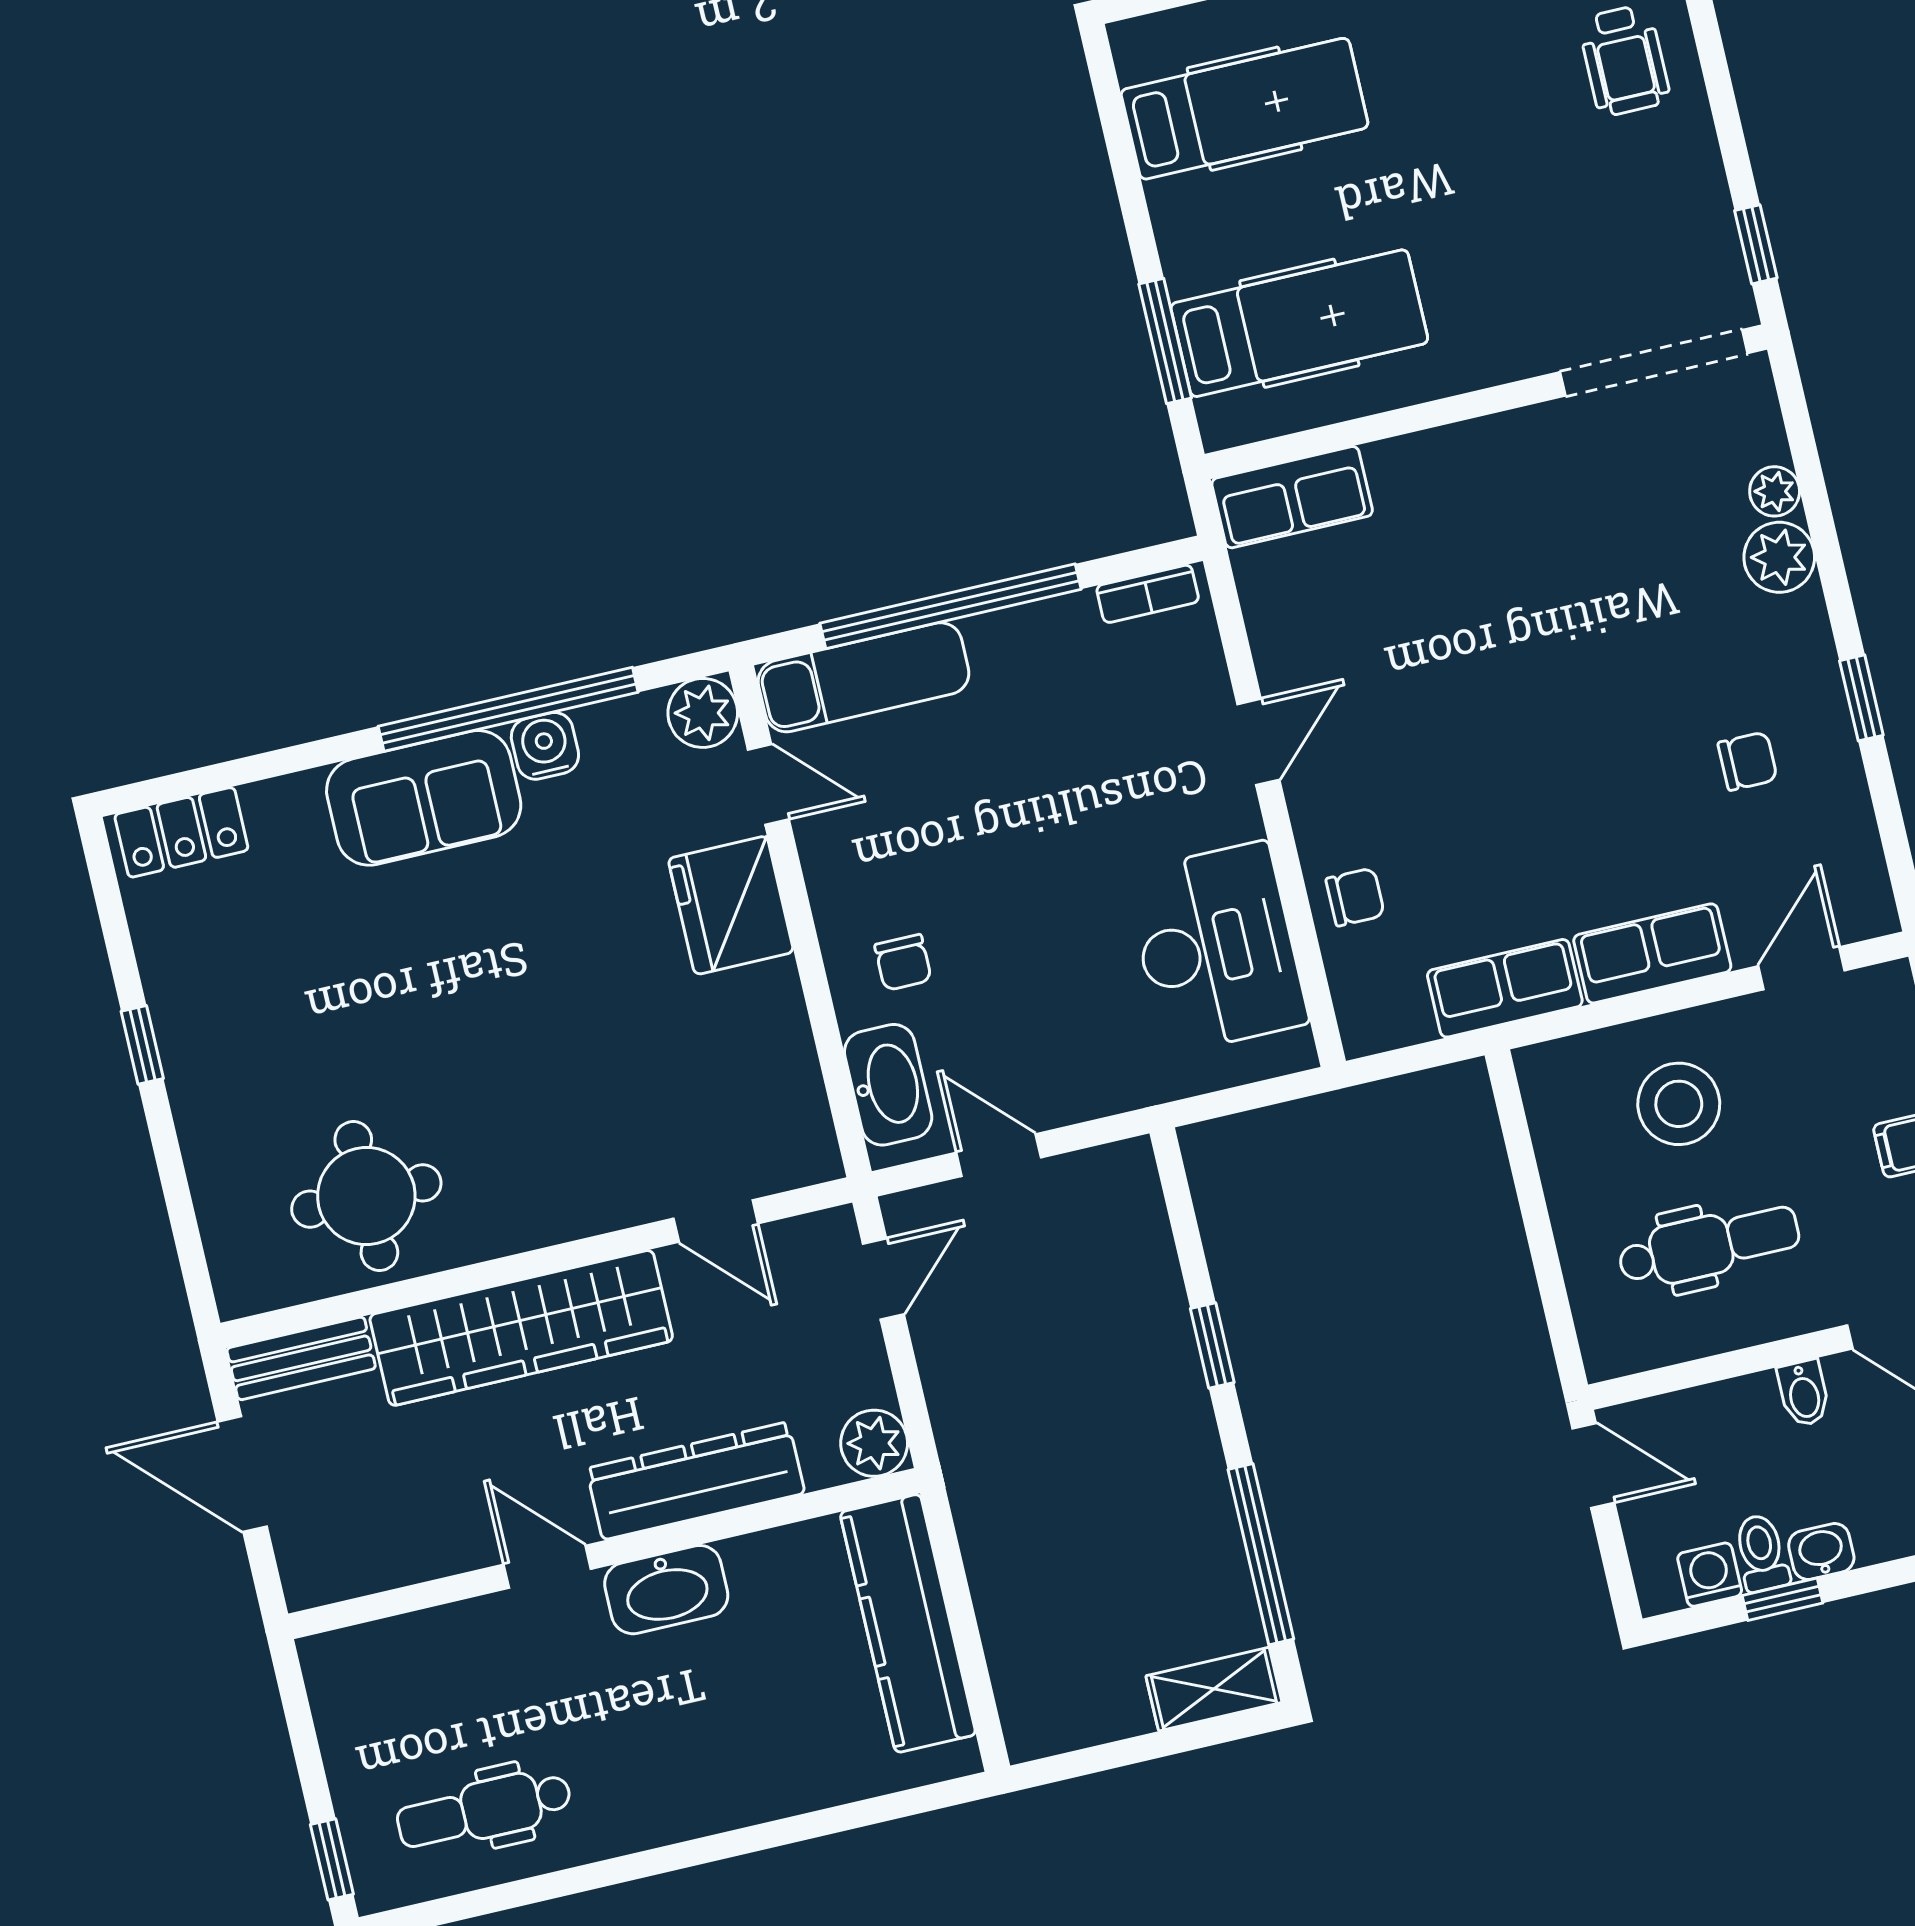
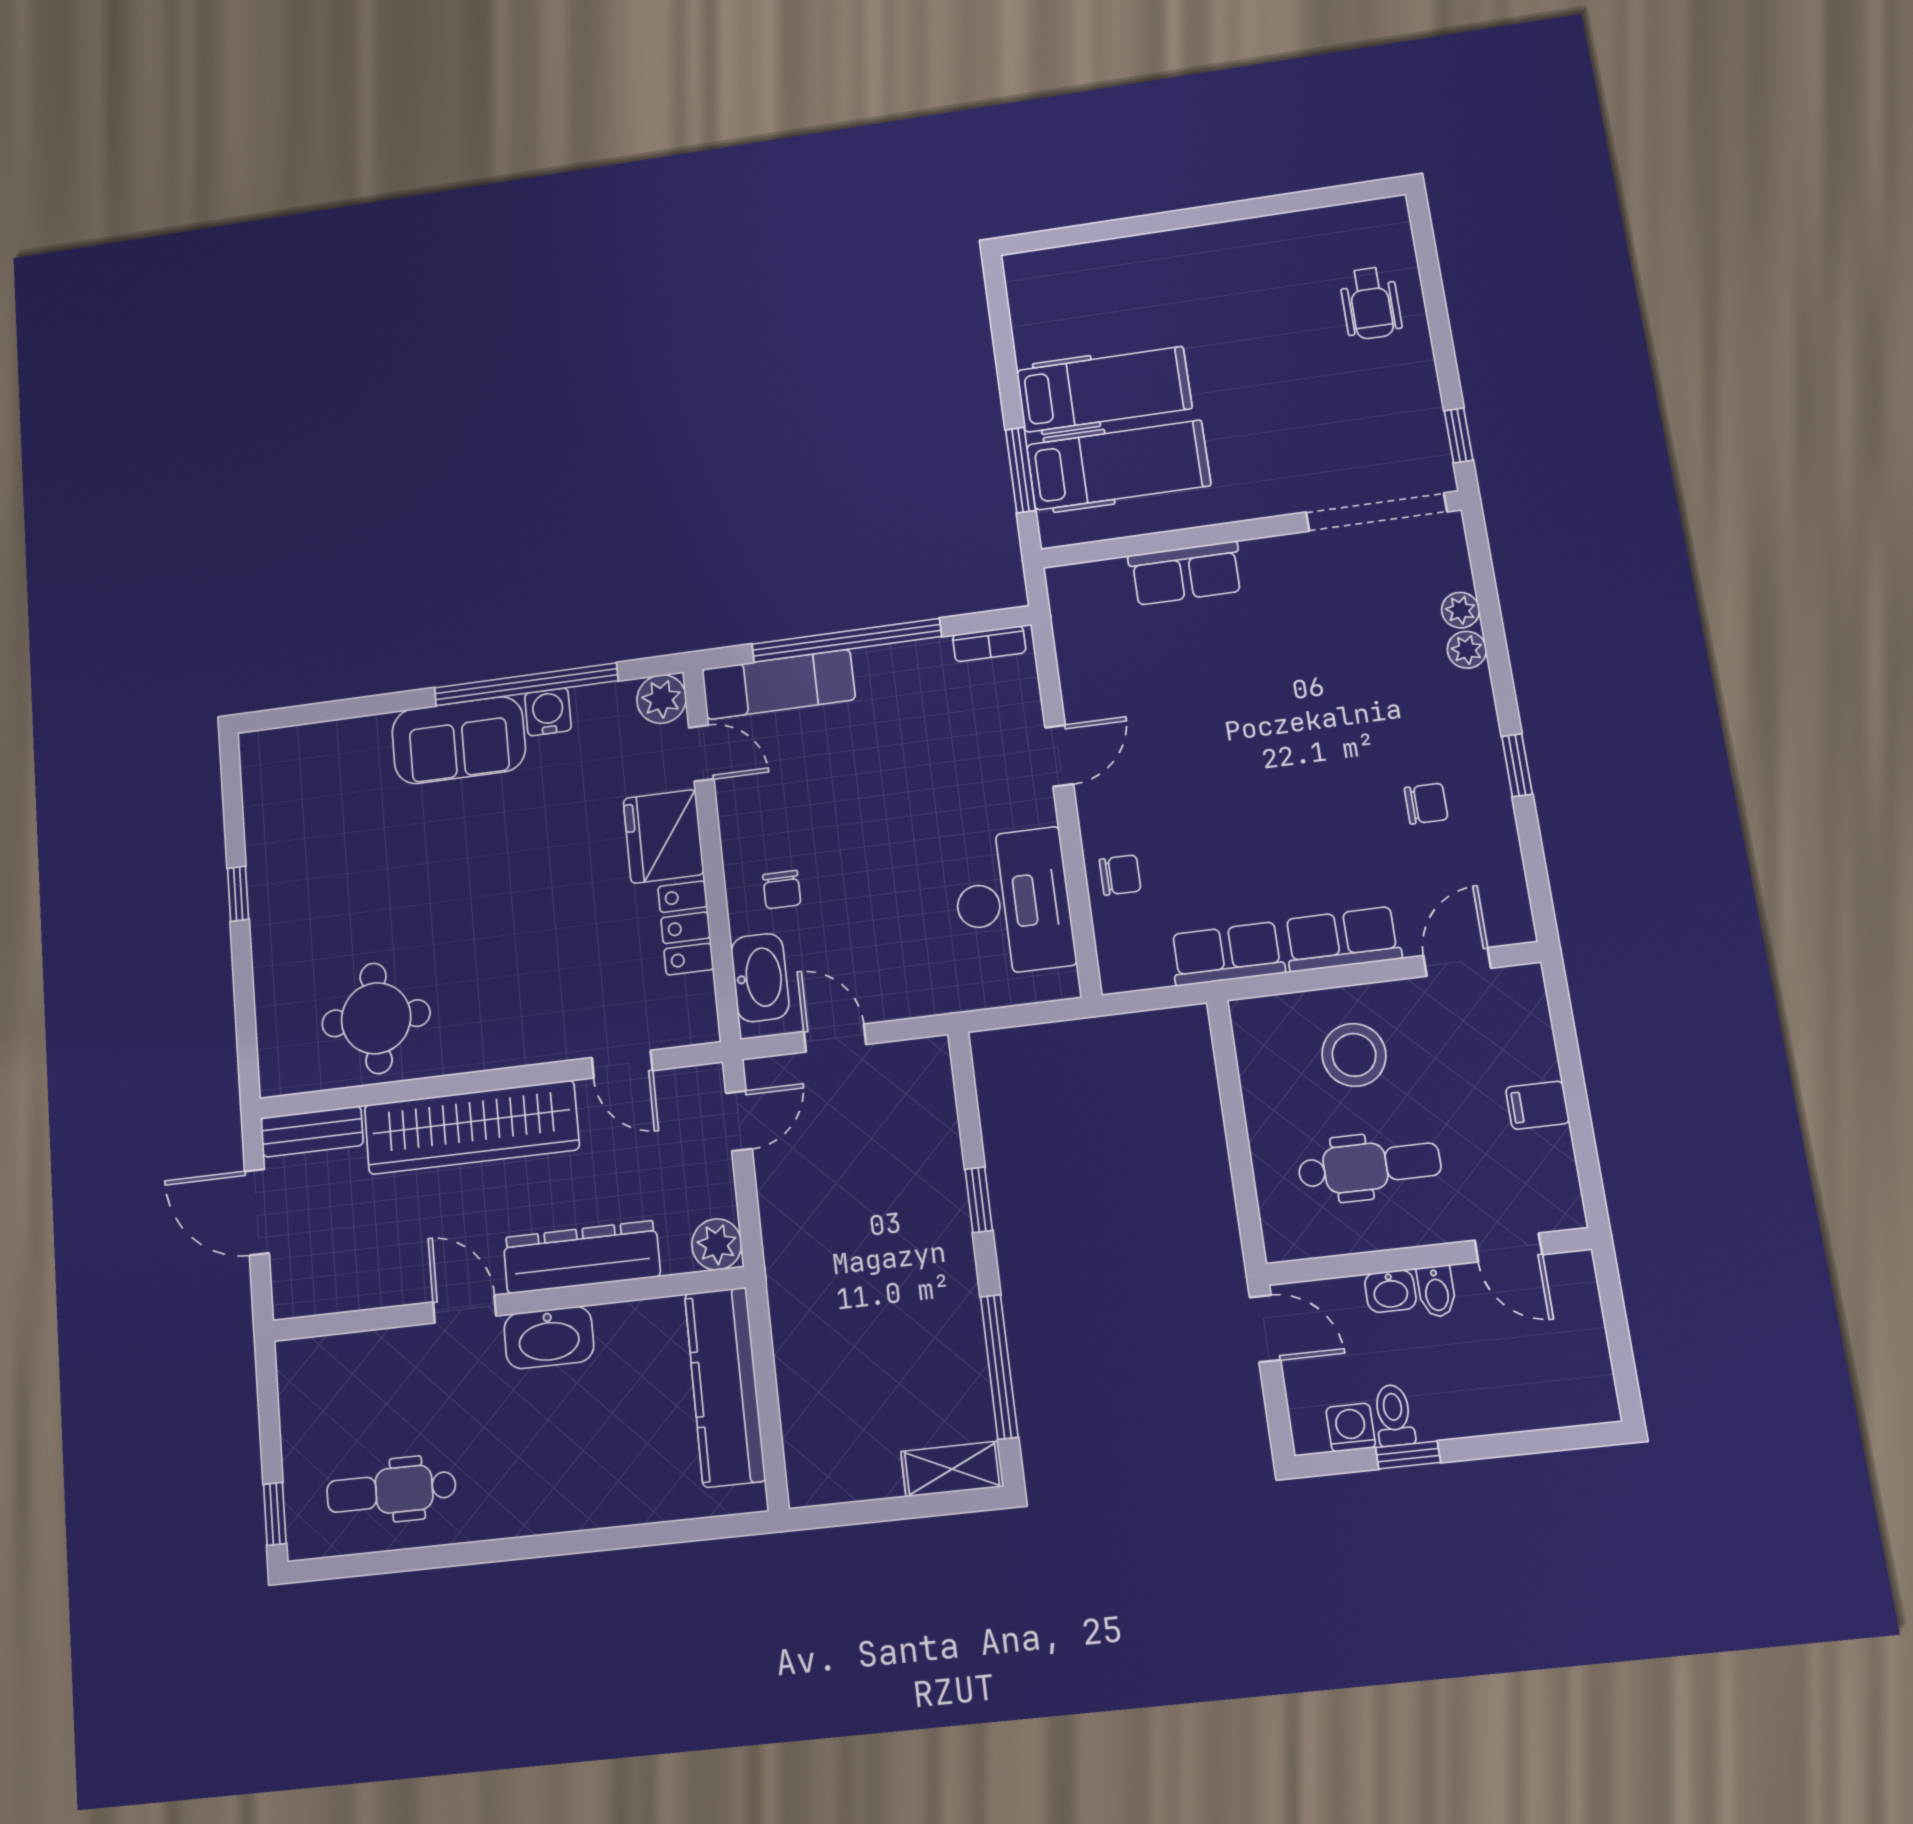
hospital bed: (1245, 109) -> (1104, 389), moved
row of seats: (1292, 497) -> (1186, 573), moved
plant: (1779, 557) -> (1467, 650), width x0.73, depth x0.73
locker: (181, 832) -> (686, 928), moved, turned 90
washbasin: (1821, 1551) -> (1390, 1291), moved, turned 180

